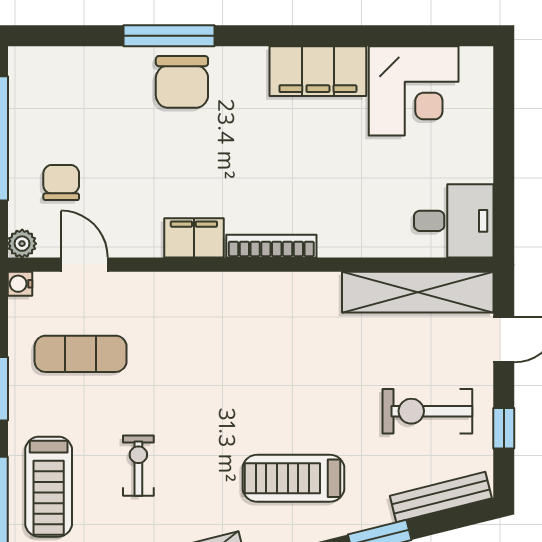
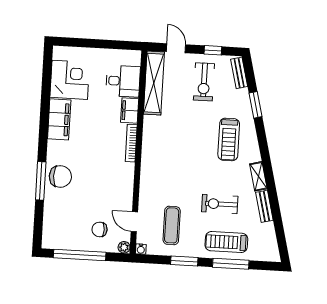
desk: (454, 221) -> (123, 81), moved, turned 90
filing cabinet: (194, 238) -> (130, 111), moved
door: (84, 265) -> (134, 222), hinge flipped
exercise bike: (138, 466) -> (220, 204), width x1.38, depth x1.39
treadmill: (49, 487) -> (226, 242), turned 180
bench: (441, 497) -> (239, 73), width x0.73

